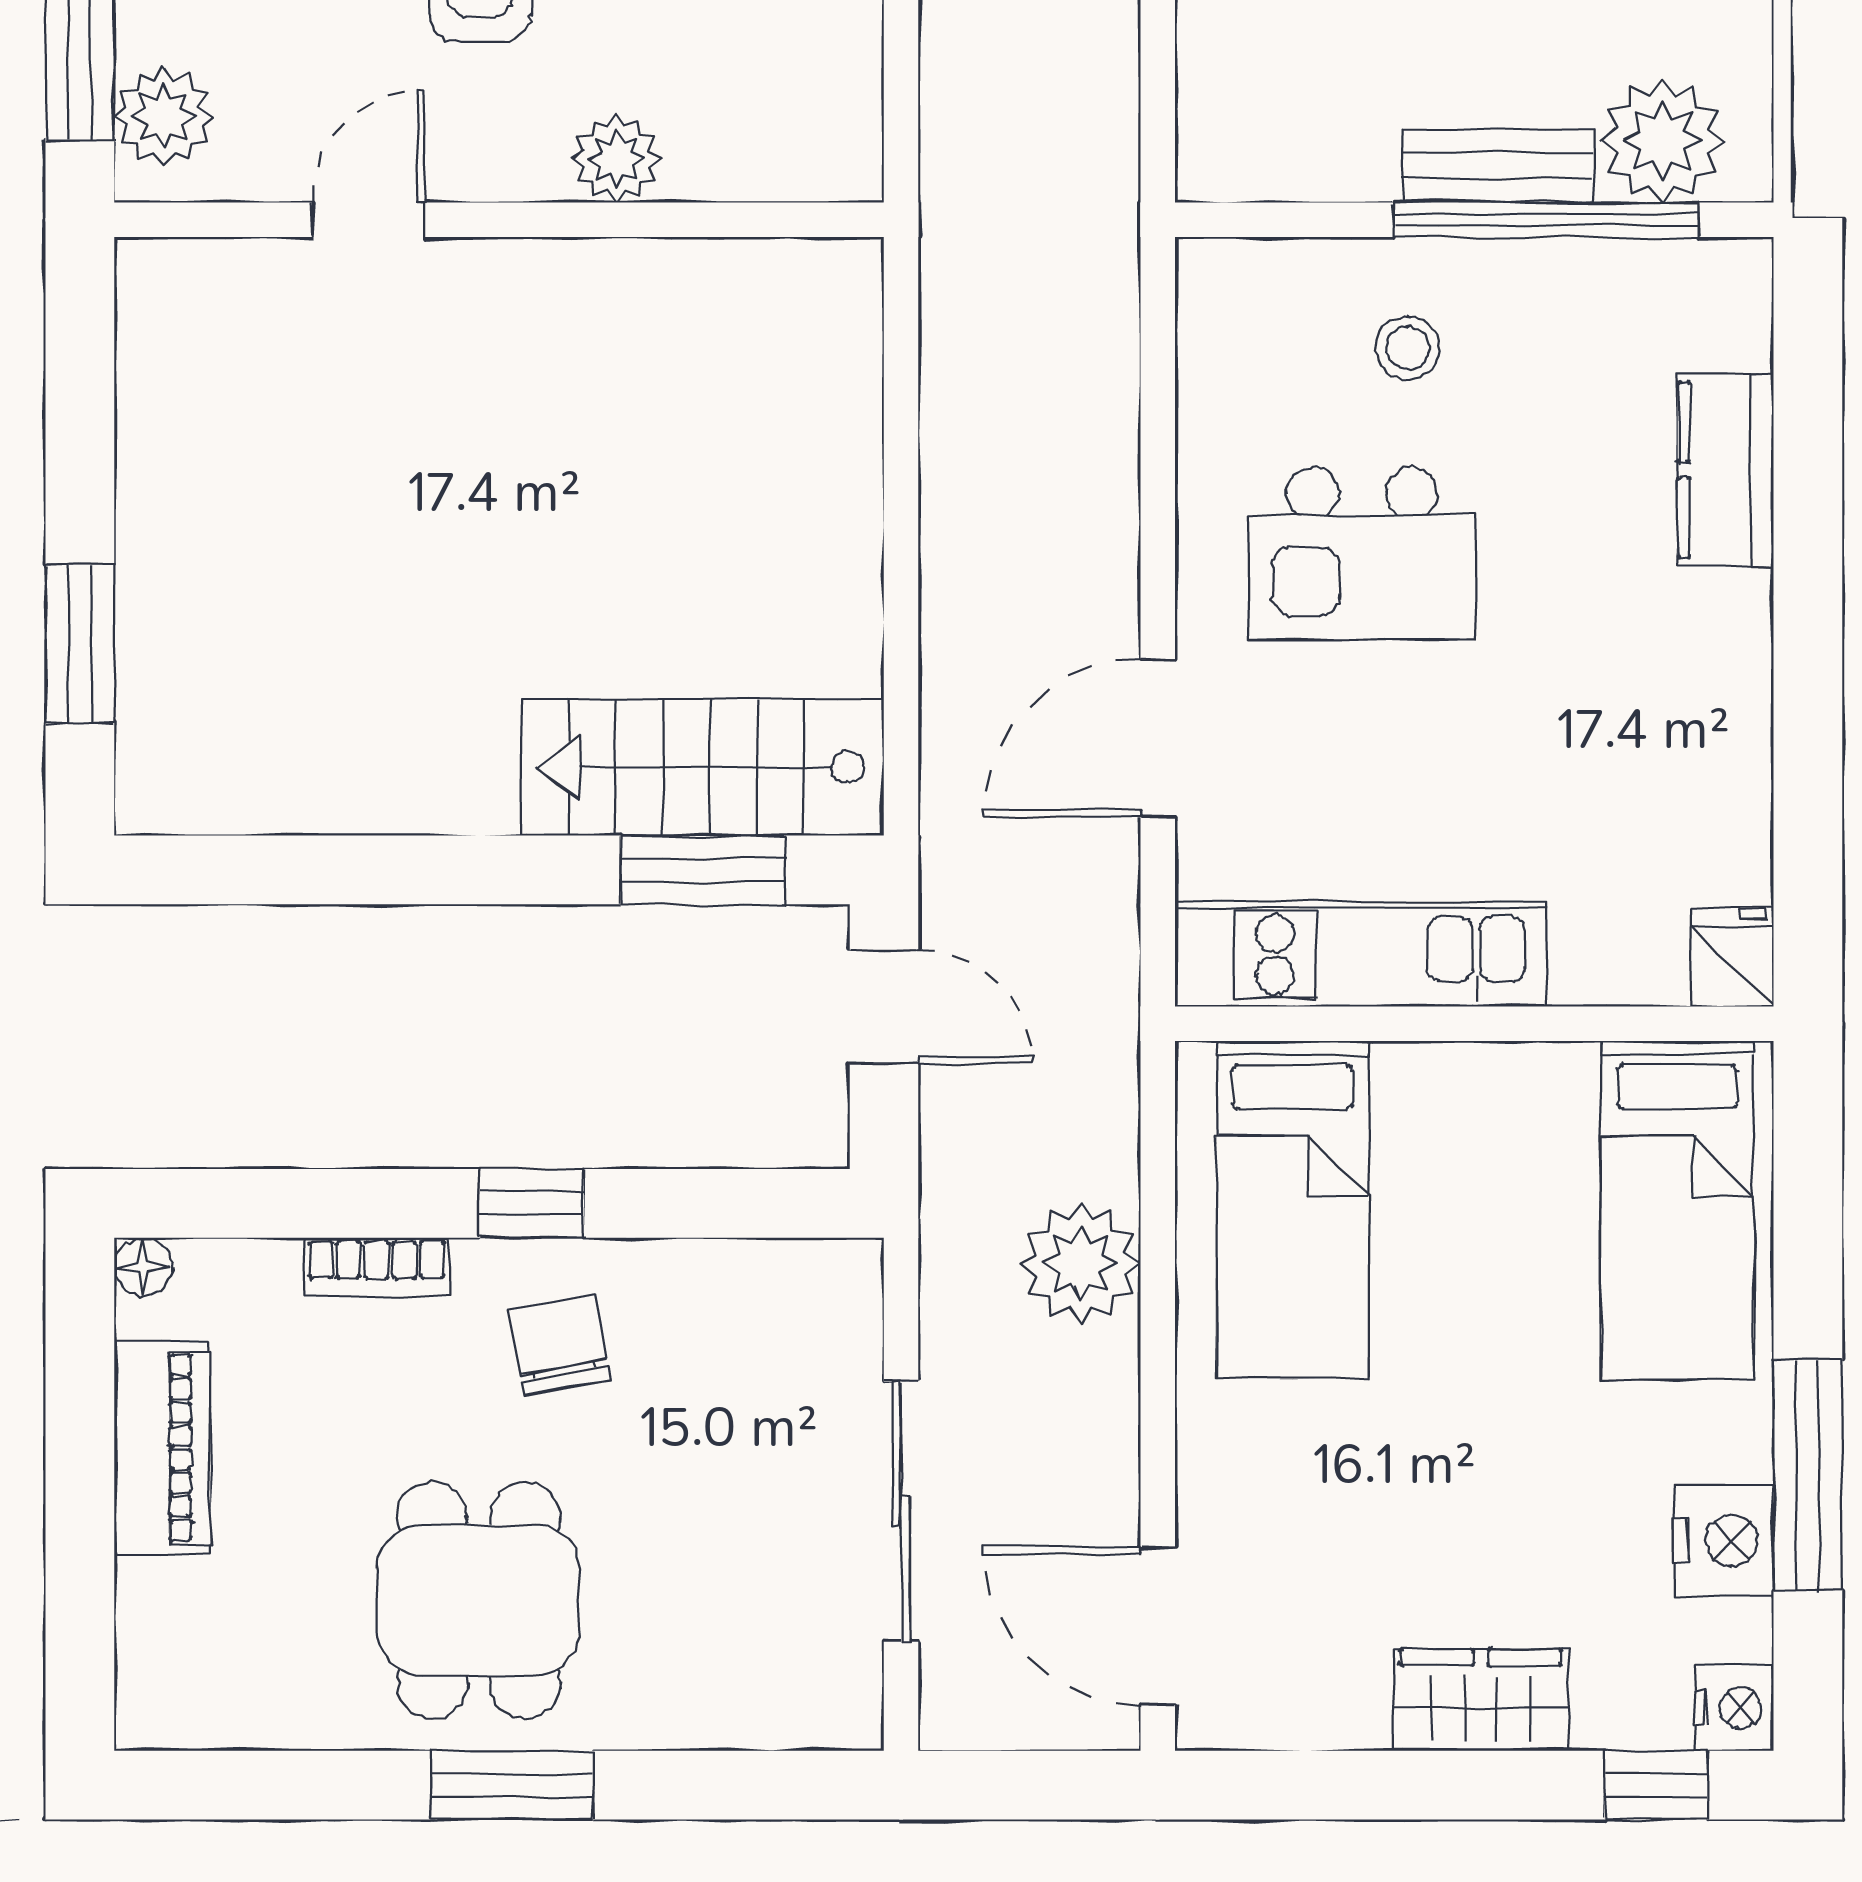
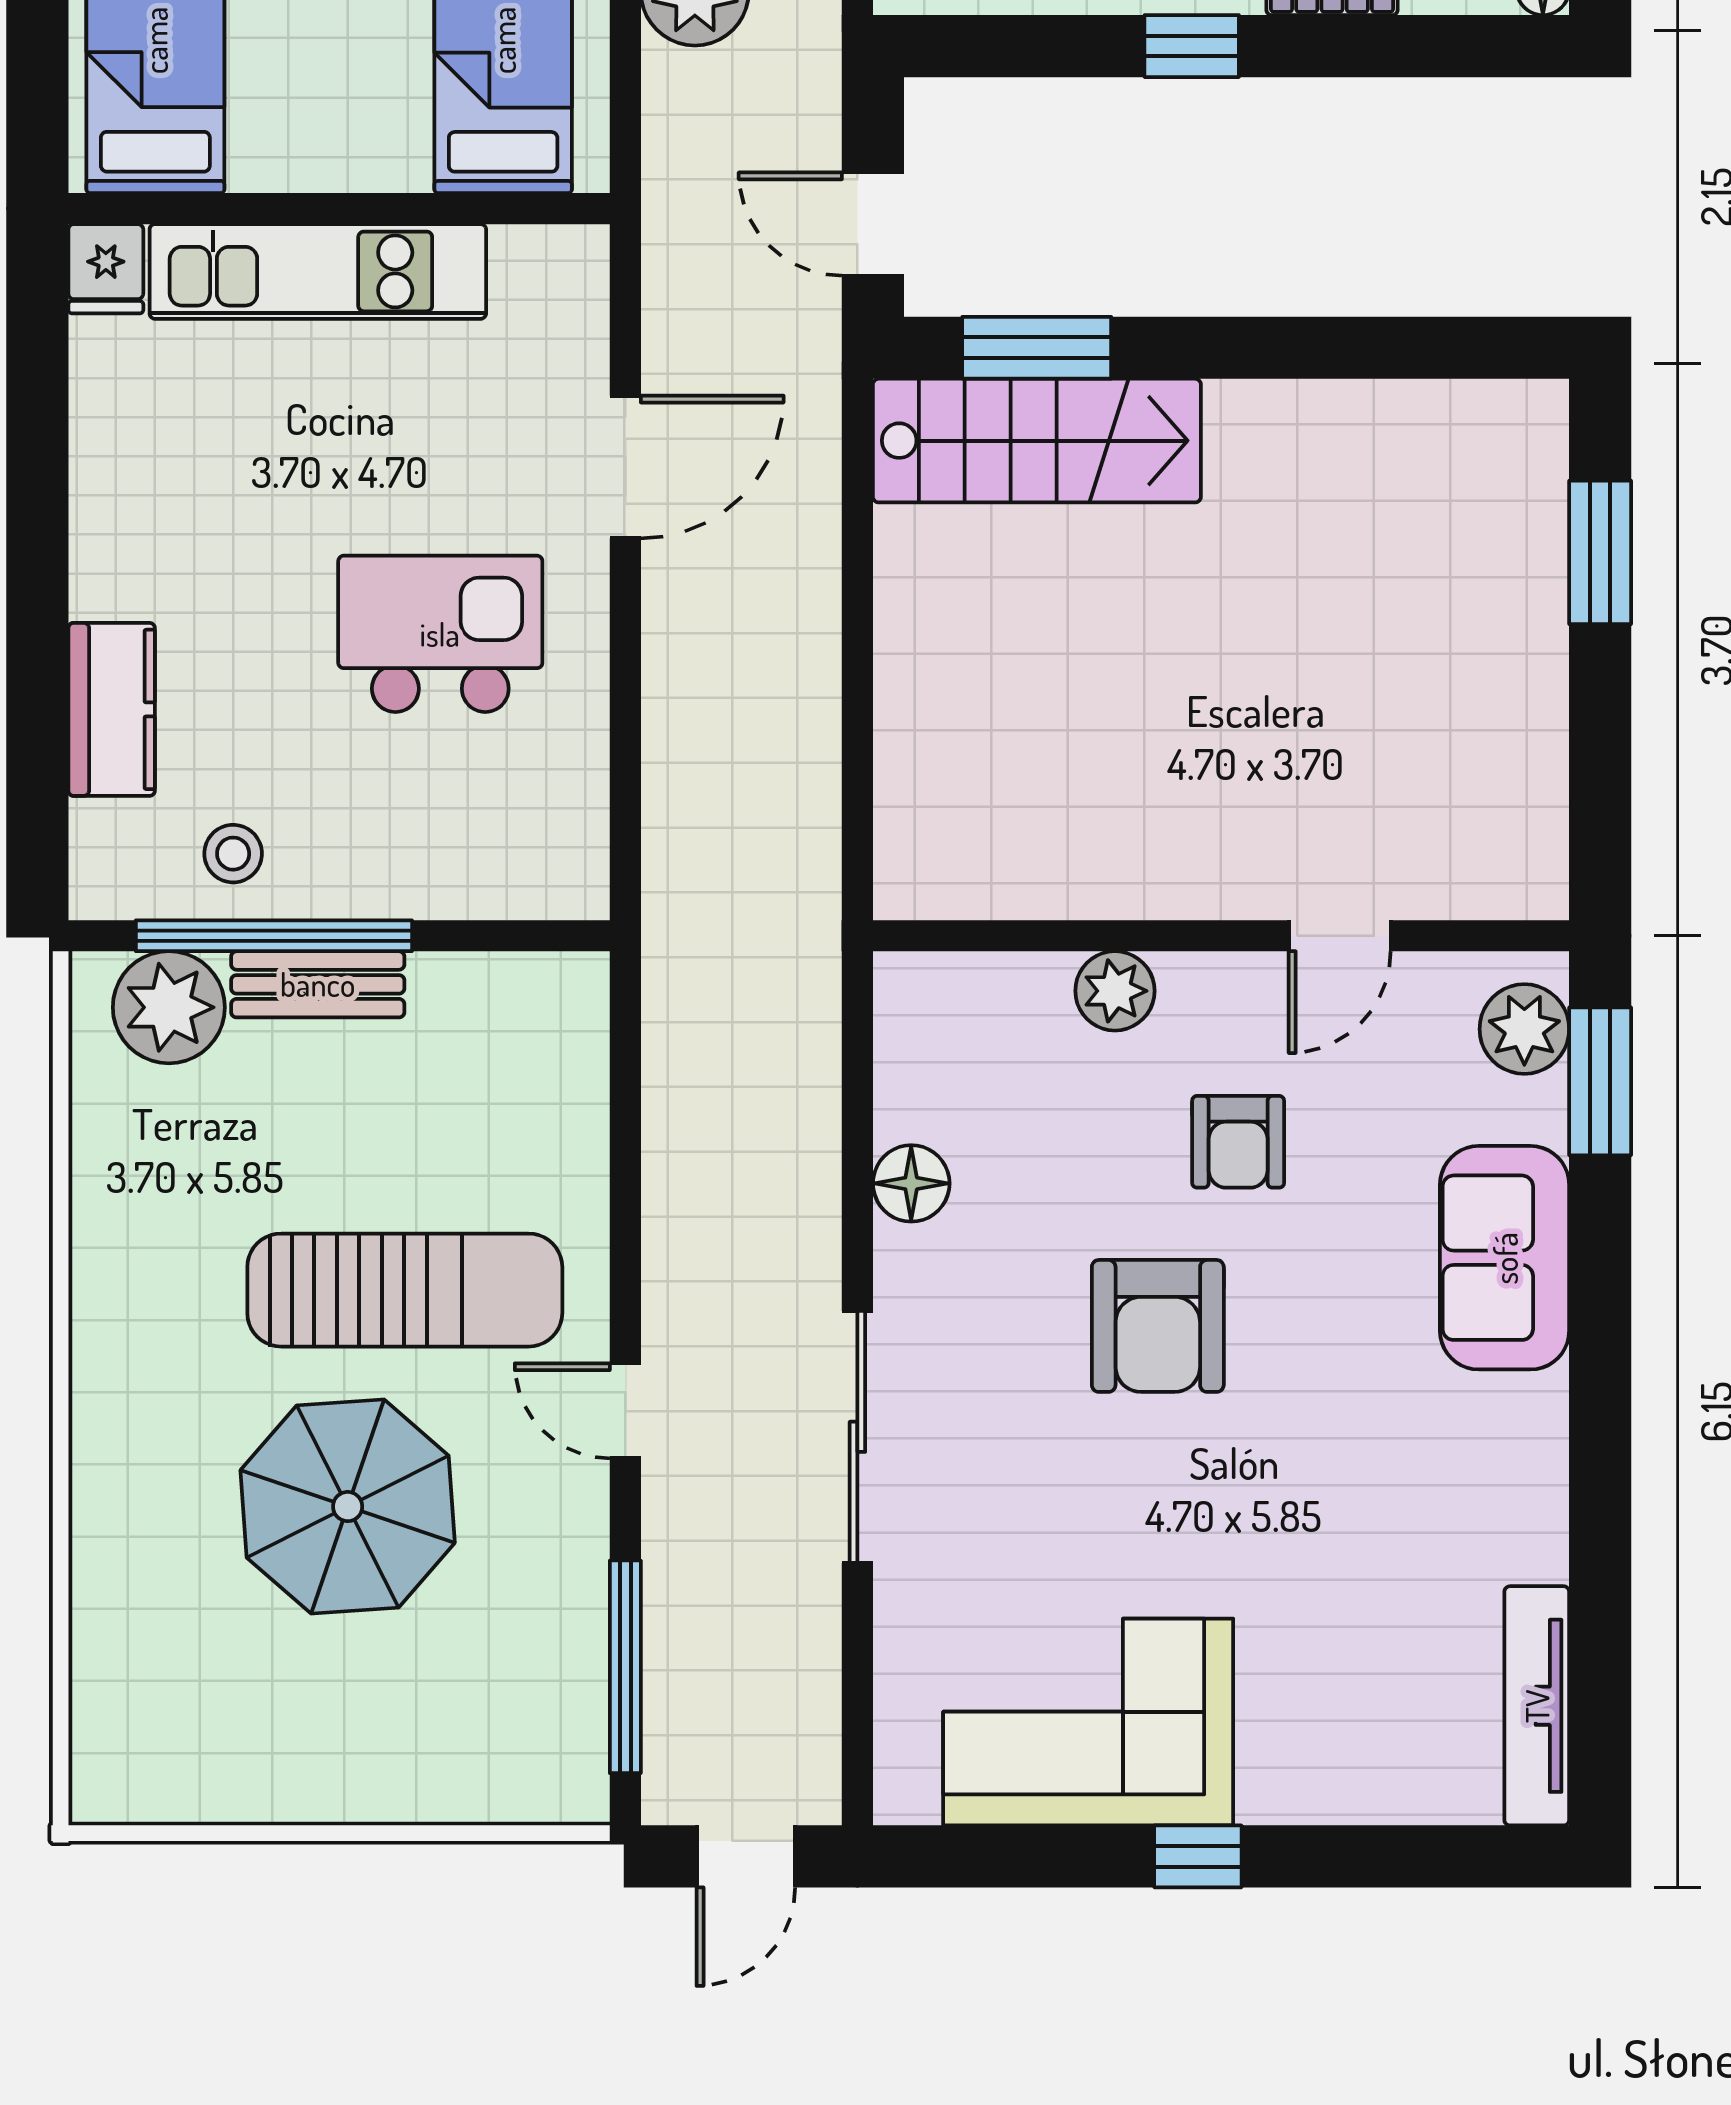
stool: (1408, 348) -> (233, 854), moved
kitchen unit: (1361, 954) -> (318, 271), moved

